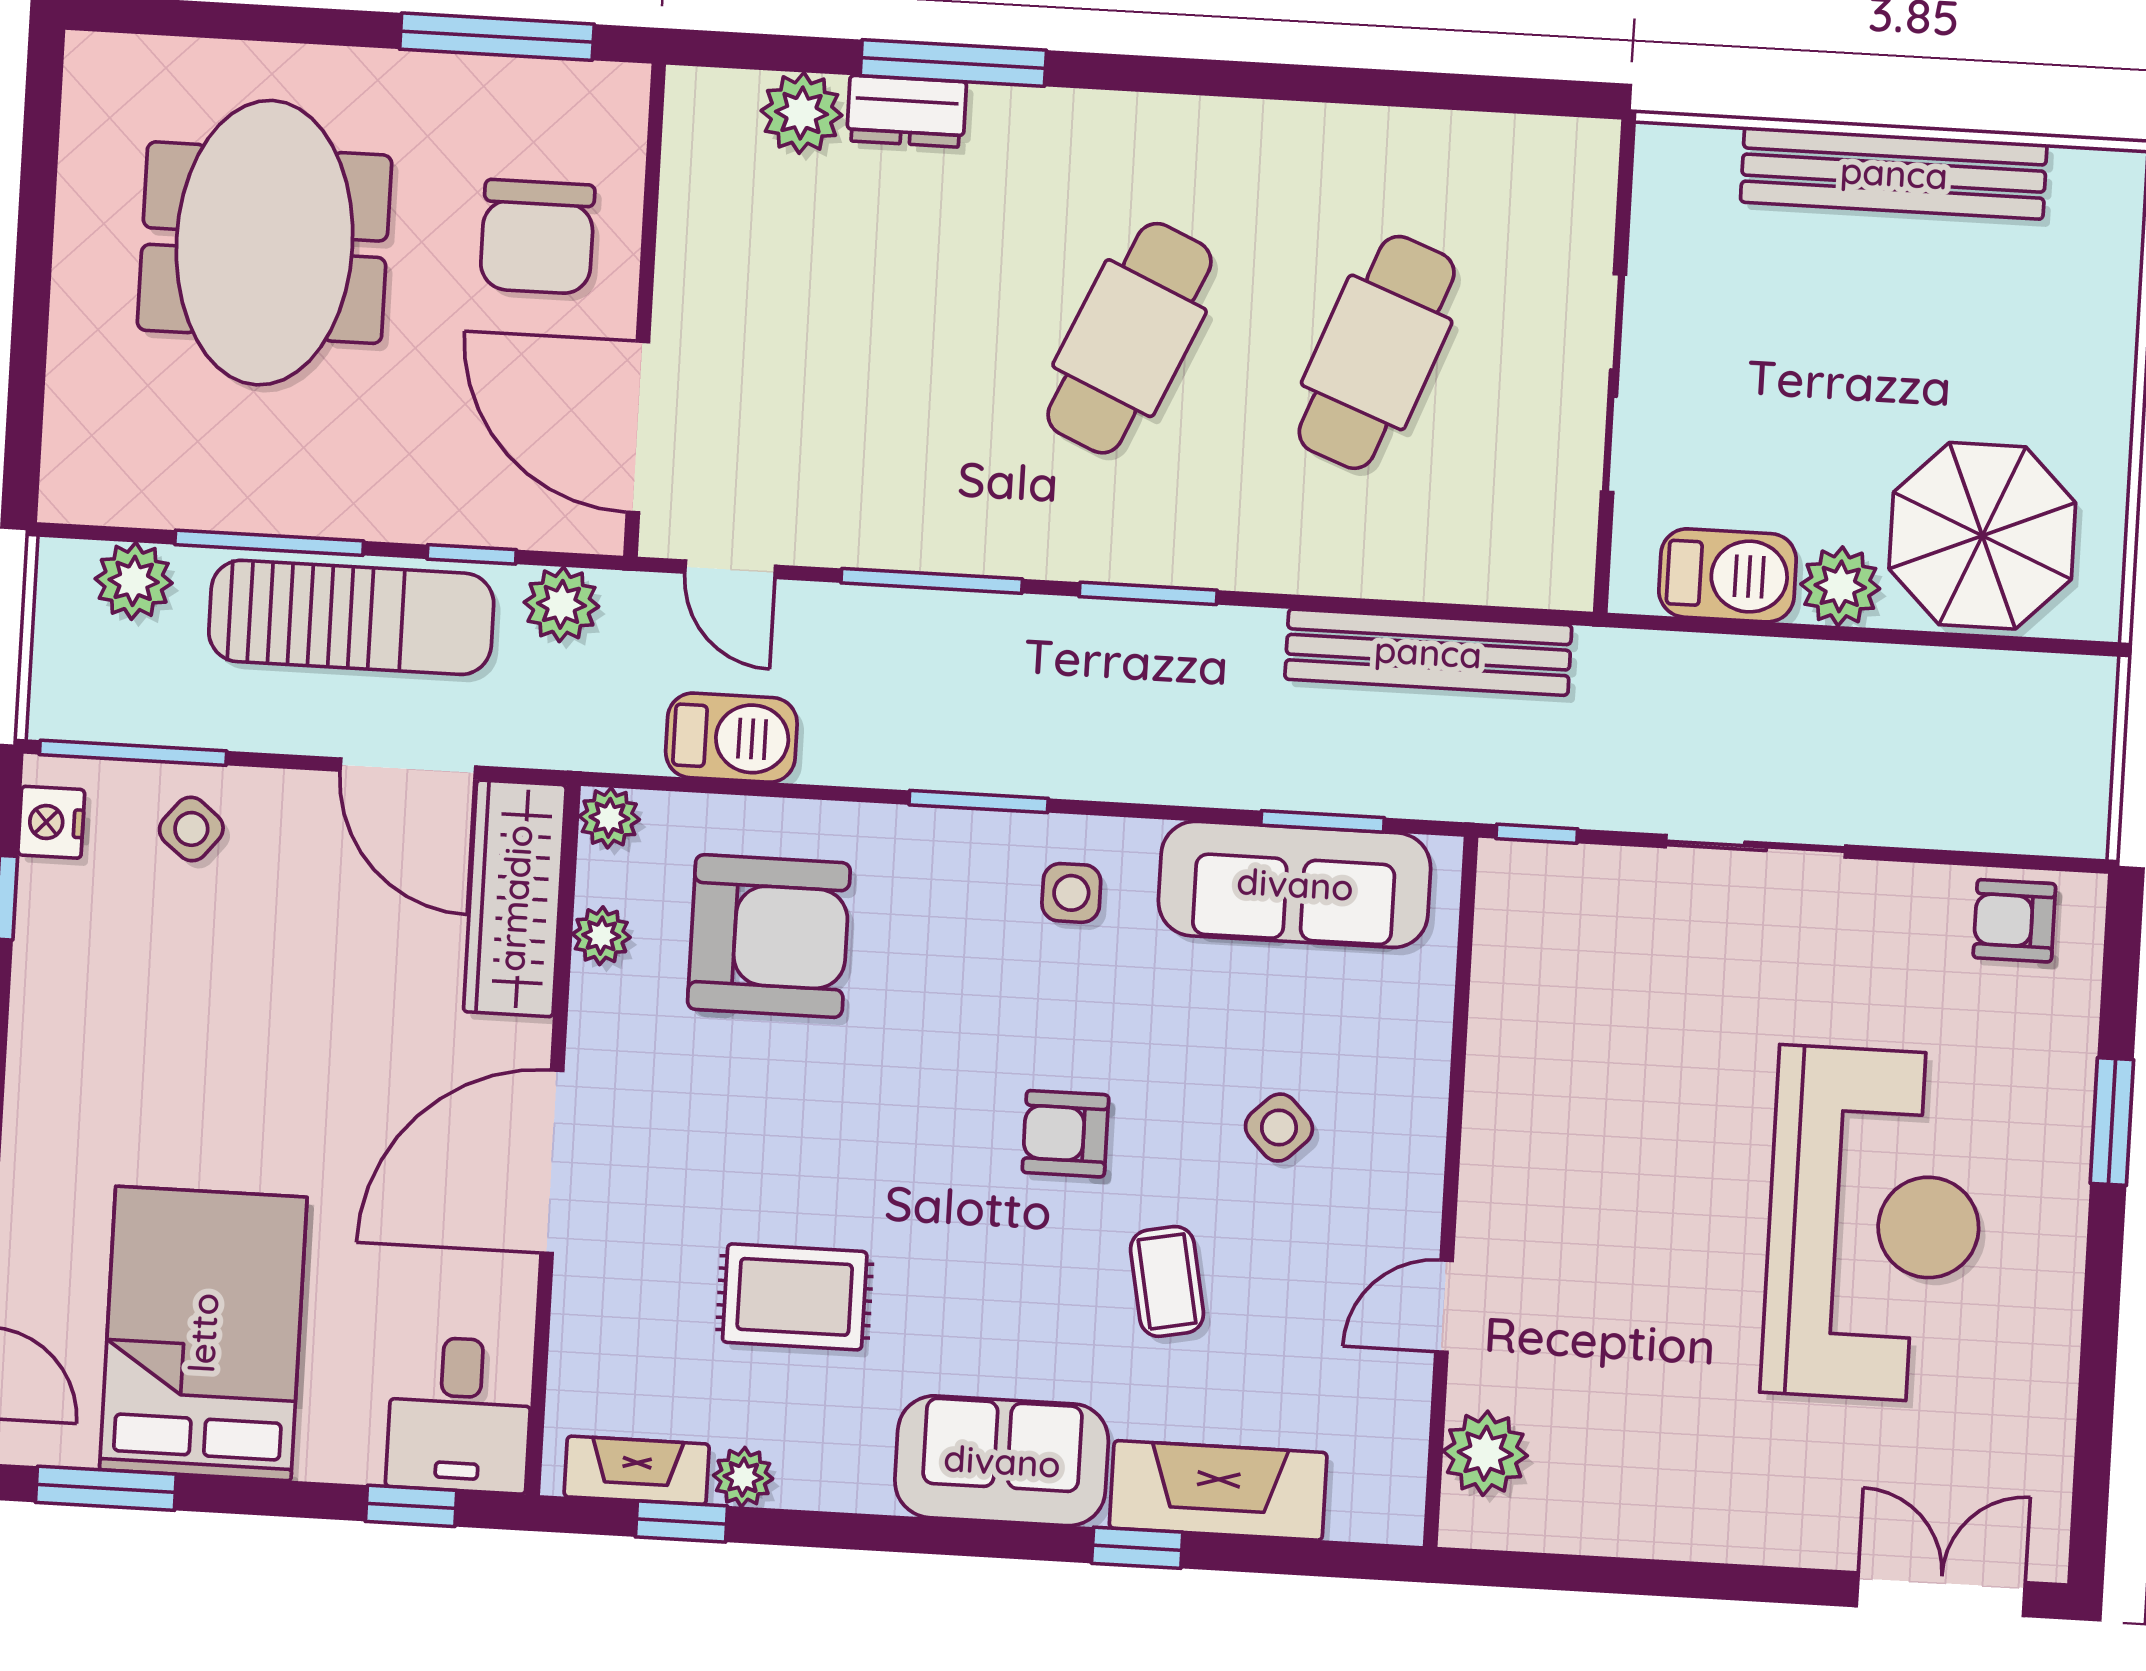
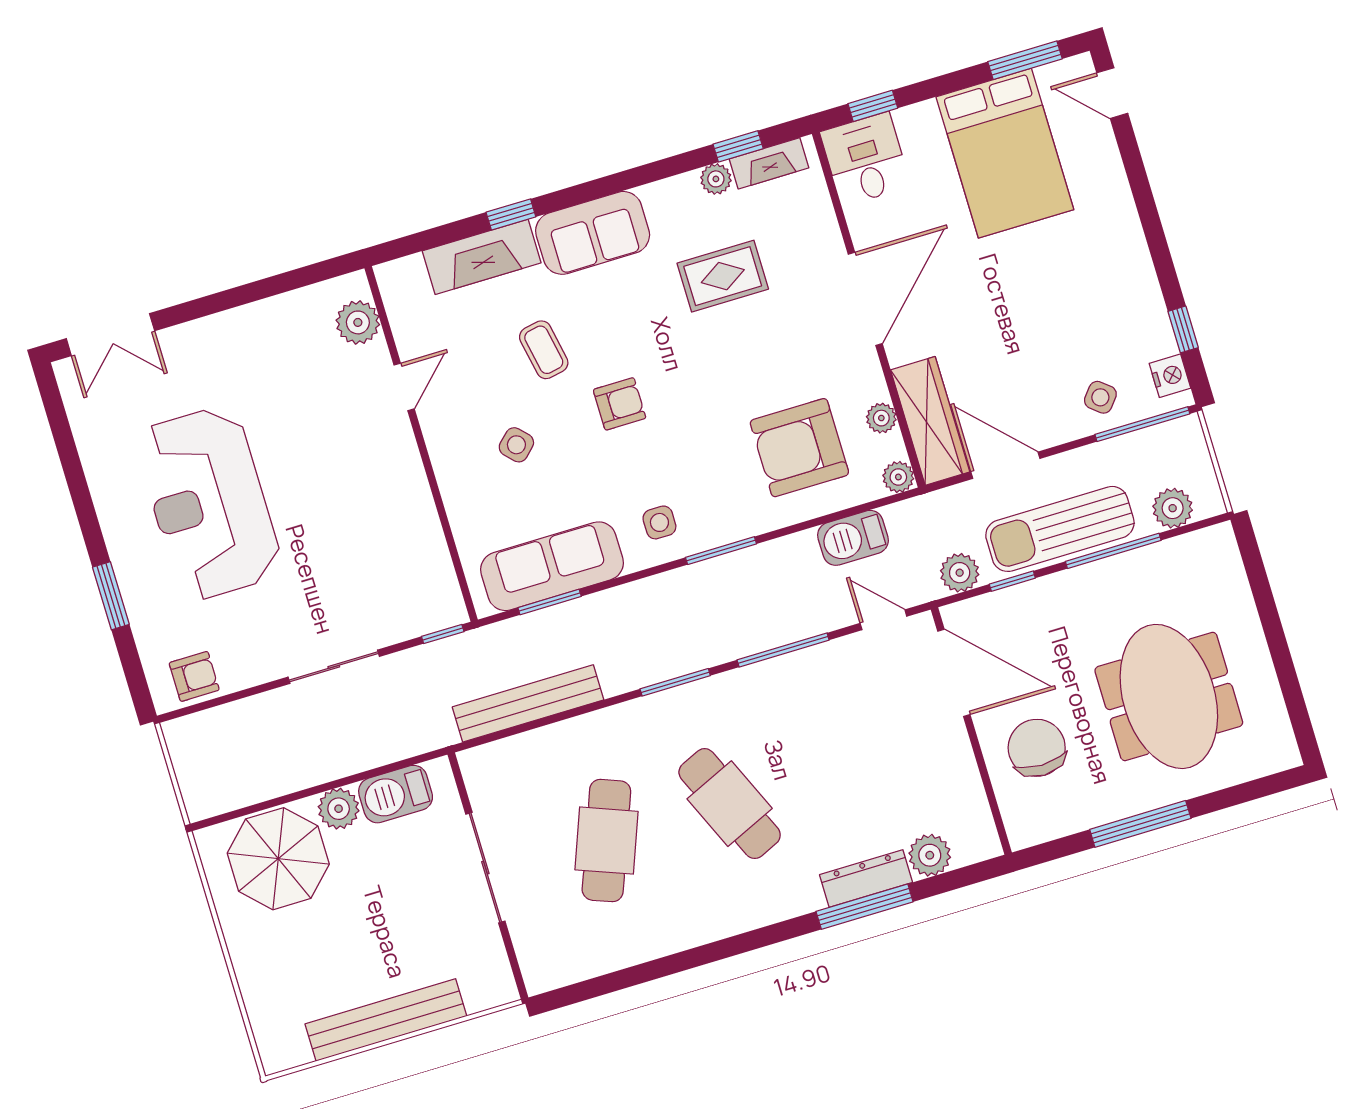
window: (497, 37) -> (1140, 824), moved
dresser: (907, 111) -> (866, 879), width x1.44
cafe table: (1130, 338) -> (730, 804), turned -48

